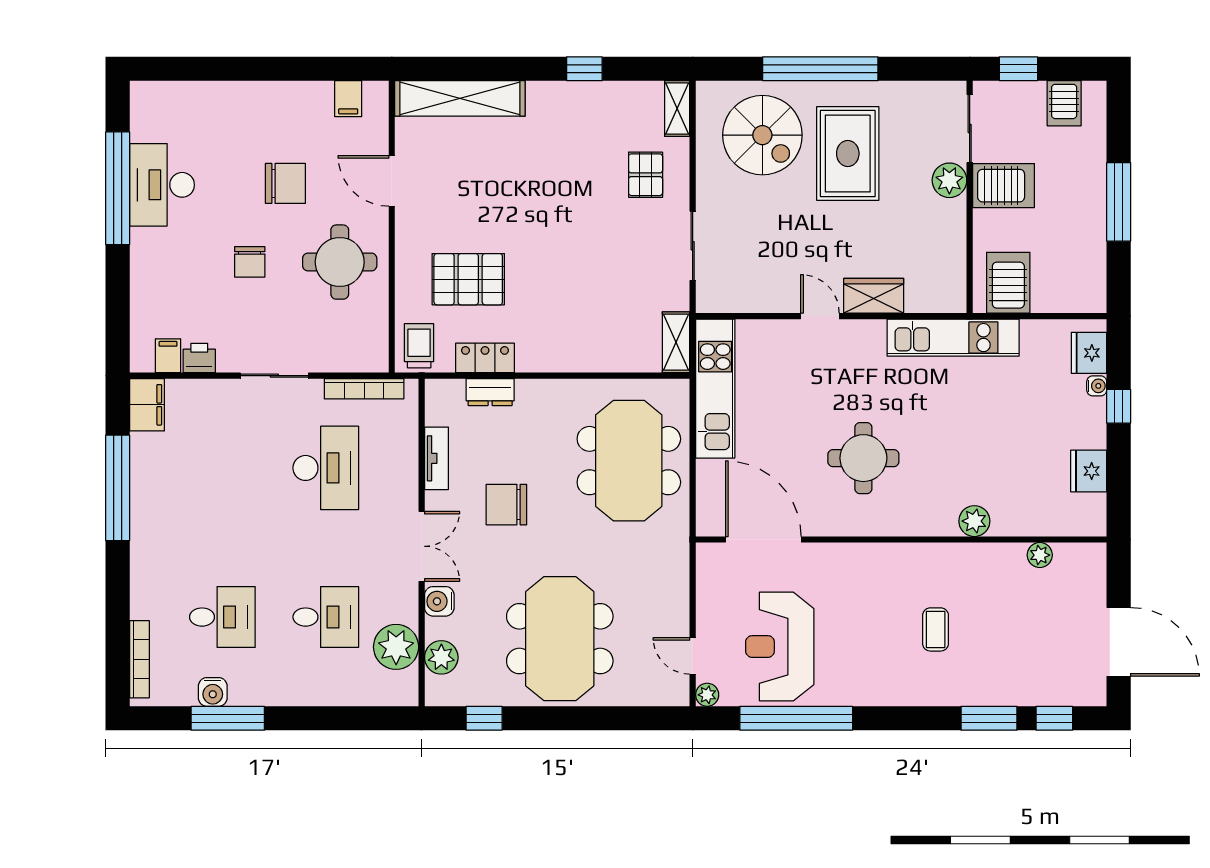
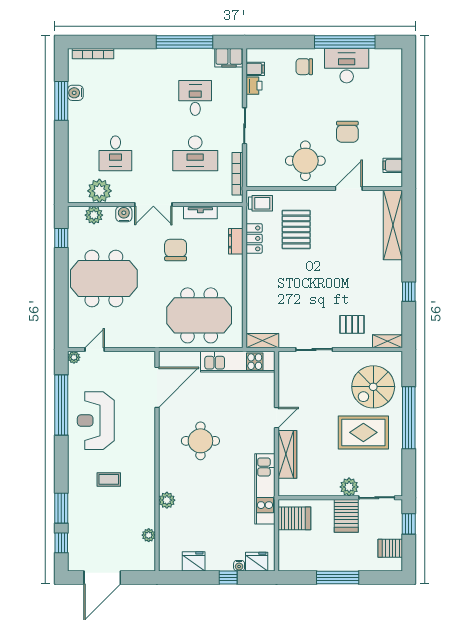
chair: (250, 262) -> (304, 67), moved
wardrobe: (874, 296) -> (287, 454), width x1.50
desk: (222, 617) -> (195, 98), moved, turned 180
reception desk: (780, 647) -> (96, 421), moved, turned -90

